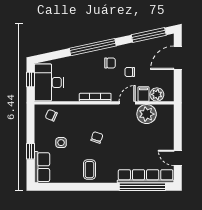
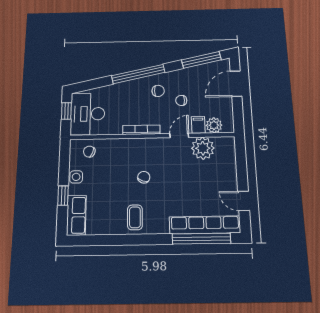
side table: (61, 143) -> (76, 177), moved

